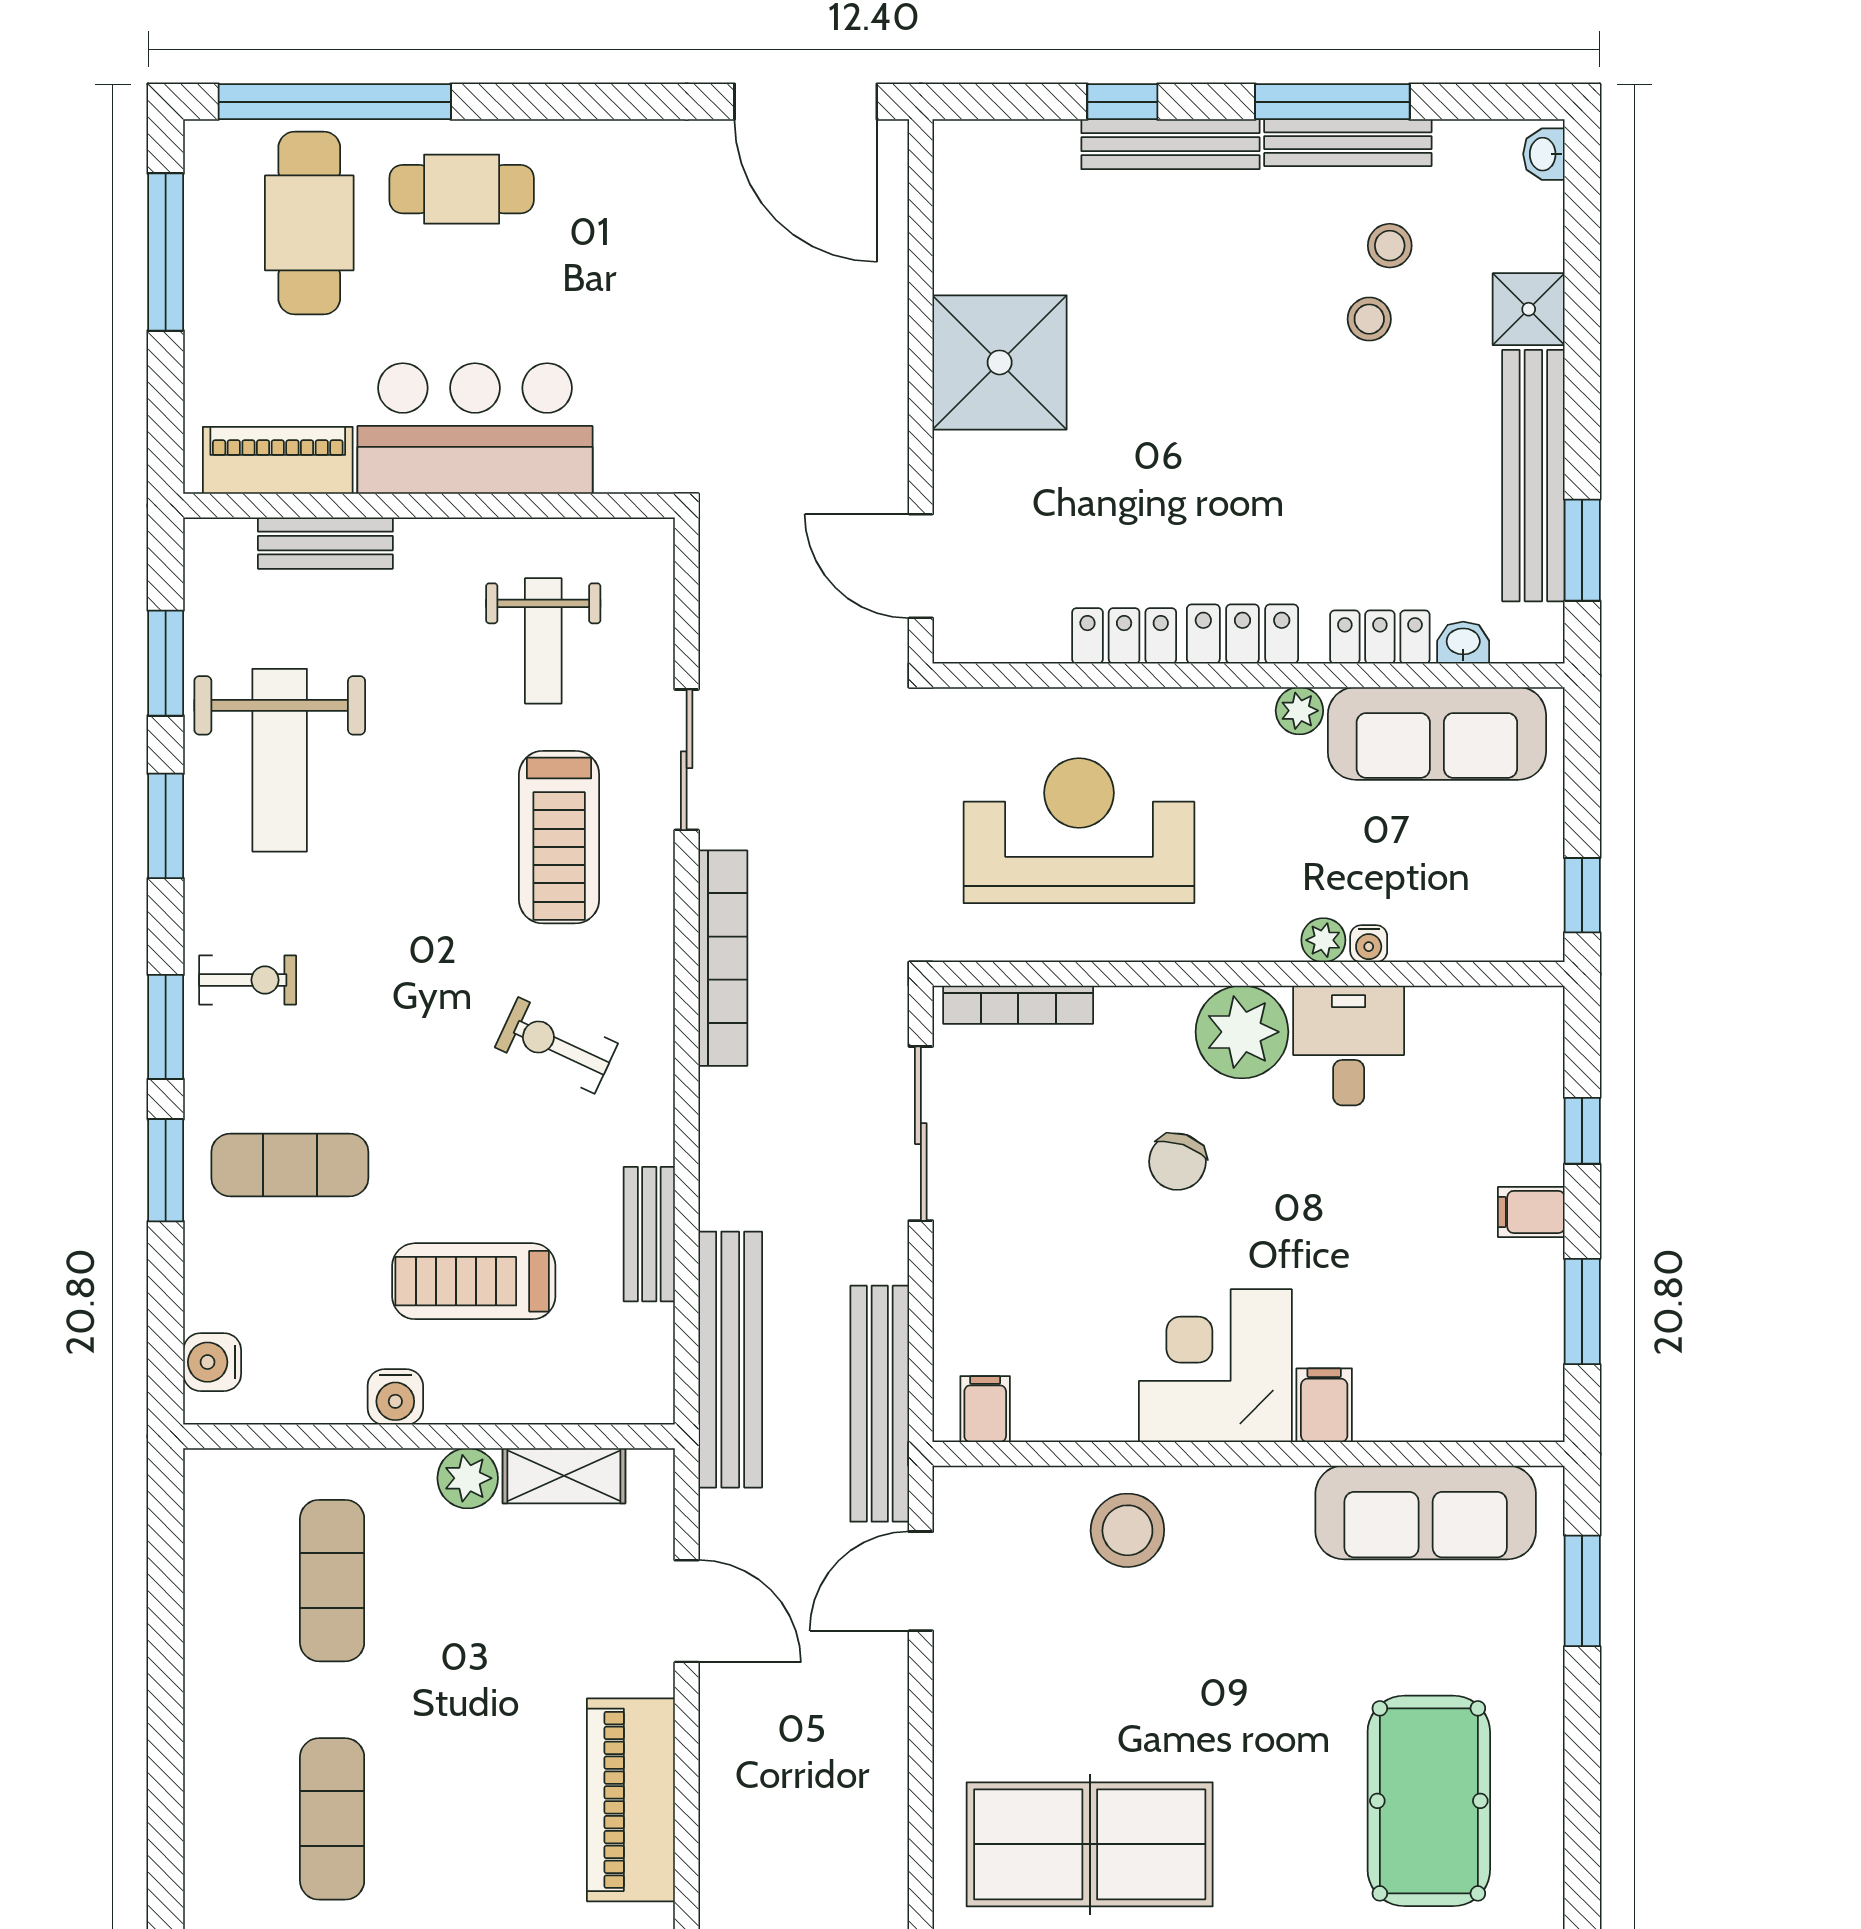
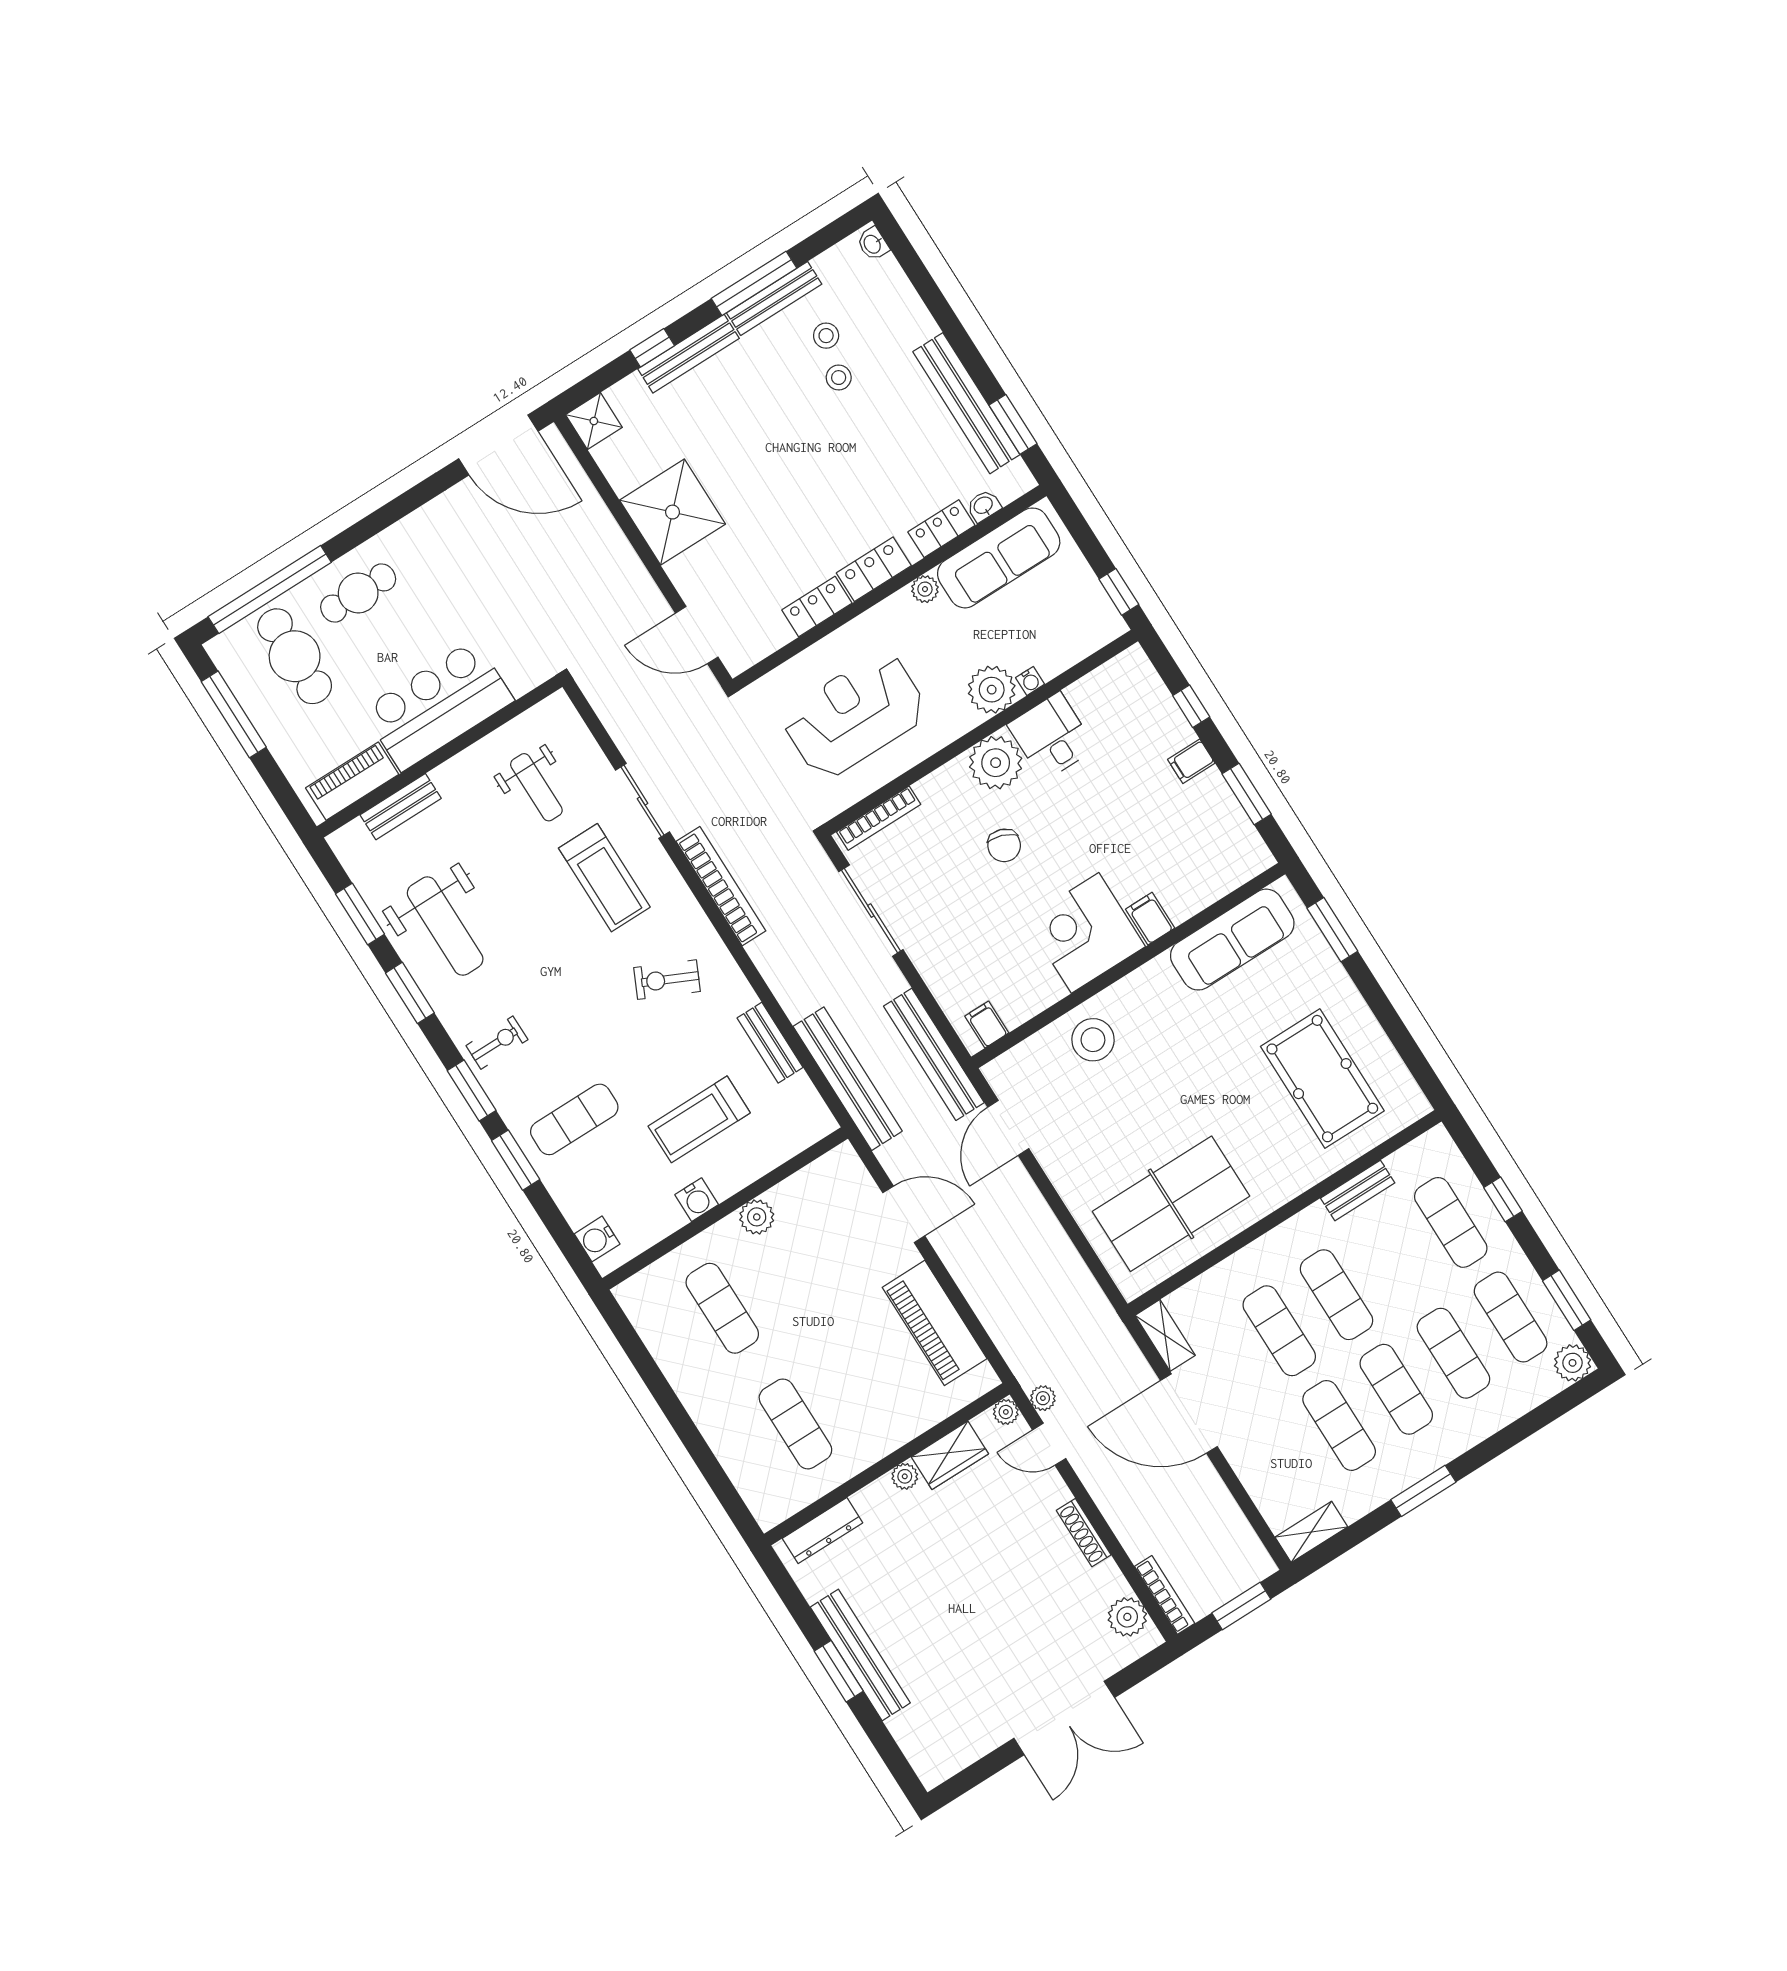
shower: (1529, 309) -> (594, 421), moved
plant: (1323, 940) -> (992, 690), width x1.88, depth x1.88
shelving: (564, 1476) -> (803, 1186), removed

